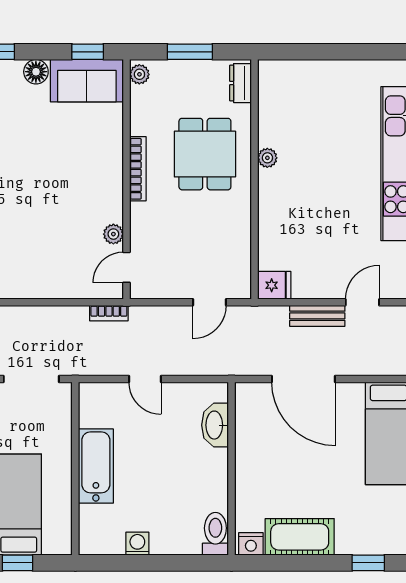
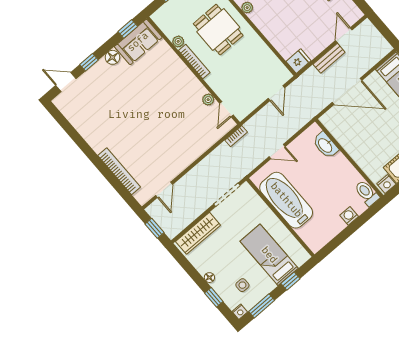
plant: (139, 74) -> (178, 41), moved
bathtub: (96, 466) -> (286, 200), width x1.36, depth x1.36
washing machine: (137, 544) -> (349, 216), moved

